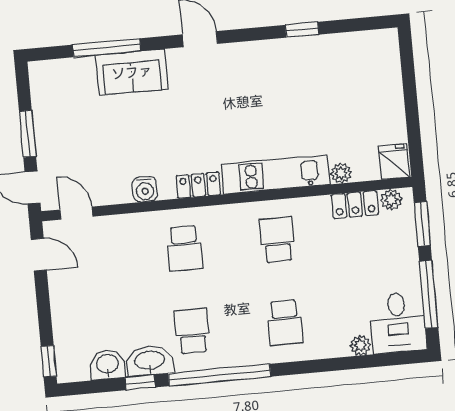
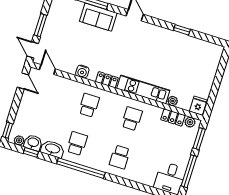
school desk: (185, 248) -> (89, 105), turned 180
plant: (360, 345) -> (19, 140), moved
window: (140, 382) -> (31, 152), moved

